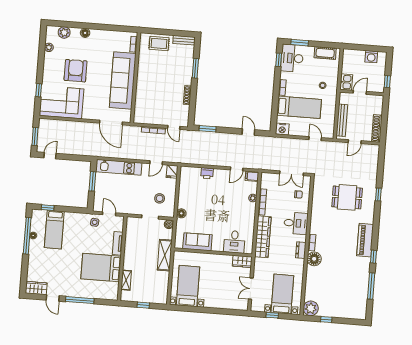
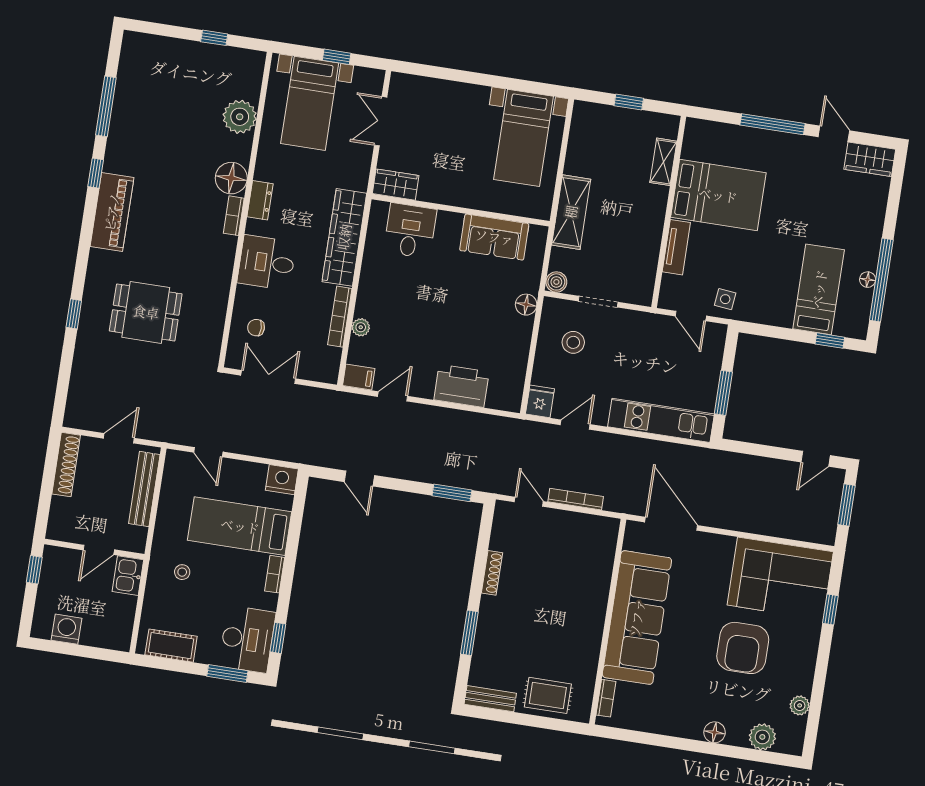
printer: (207, 173) -> (462, 386), width x1.87, depth x1.48
double door: (251, 289) -> (381, 121), swing flipped
plant: (311, 308) -> (240, 117), moved

